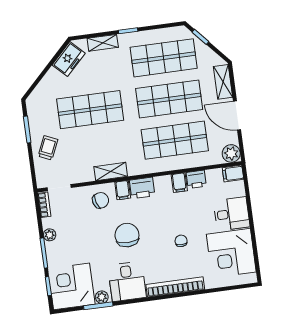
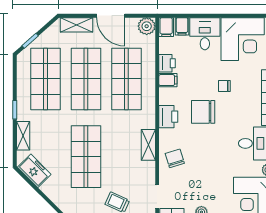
door: (237, 116) -> (111, 16), hinge flipped
filing cabinet: (123, 190) -> (182, 26), moved, turned 90
chair: (127, 235) -> (203, 112), moved

